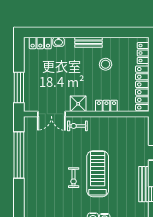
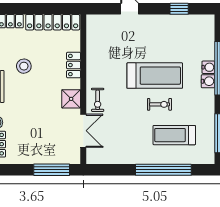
window: (19, 155) -> (163, 170), moved
treadmill: (98, 174) -> (155, 76), turned 180
bench: (144, 184) -> (167, 20), removed
treadmill: (48, 190) -> (174, 135), added

